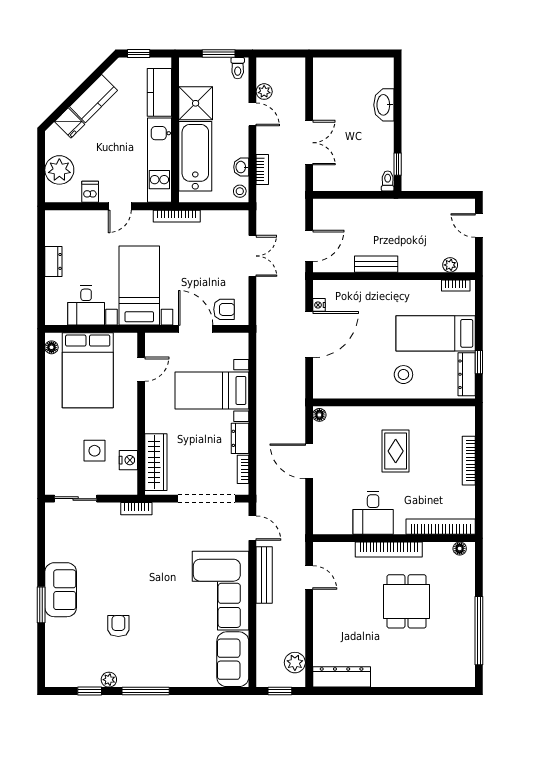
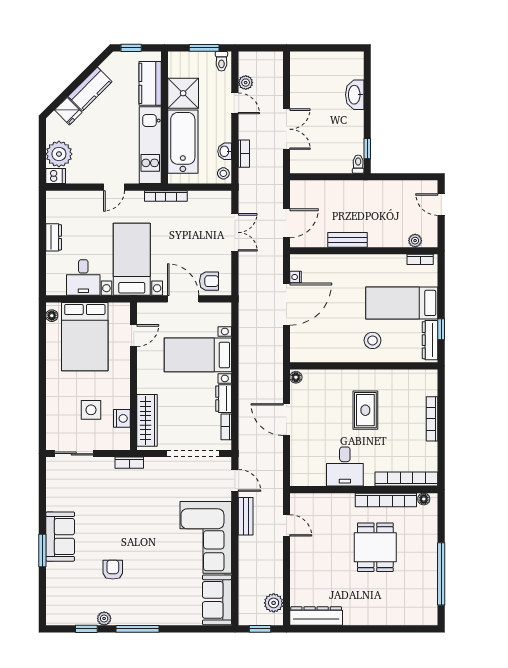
dishwasher: (90, 192) -> (56, 176), moved, turned 90
bookcase: (389, 550) -> (386, 500), moved
bench: (264, 575) -> (246, 516), width x0.73

